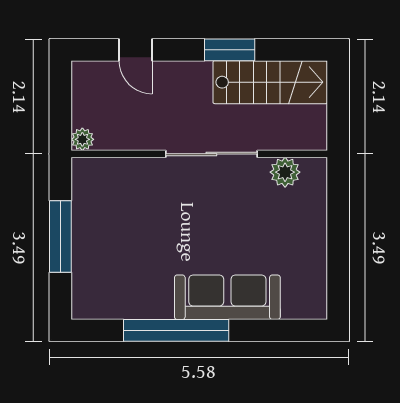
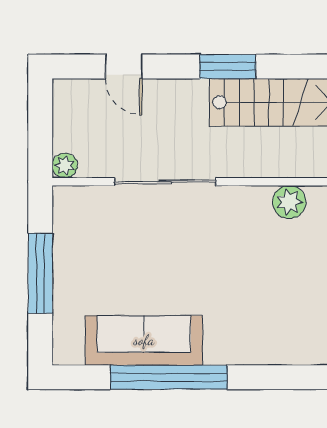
sliding door: (211, 154) -> (165, 182), moved
sofa: (227, 297) -> (144, 340), moved

